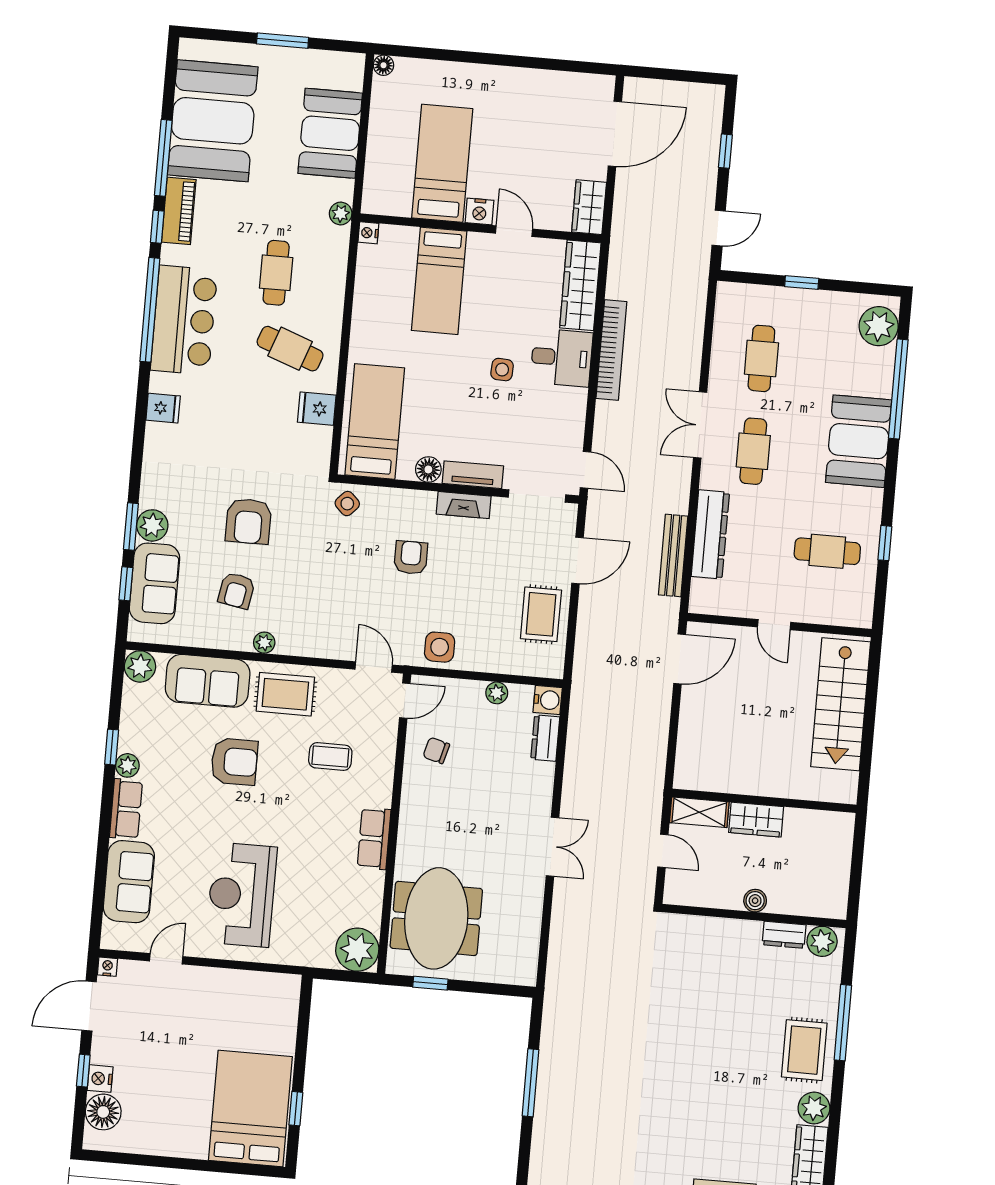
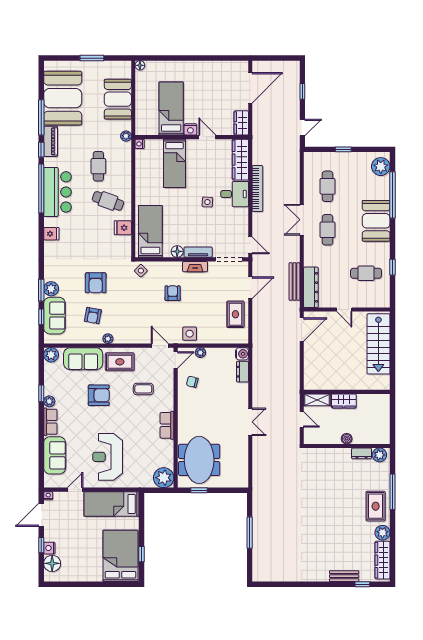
dresser: (710, 534) -> (311, 287), moved
plant: (497, 693) -> (200, 353), moved
bed: (241, 996) -> (112, 504), added

